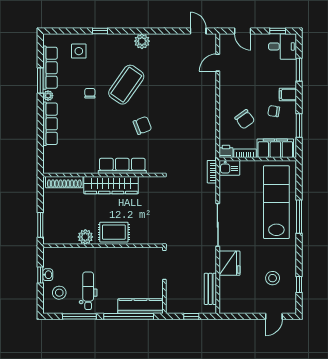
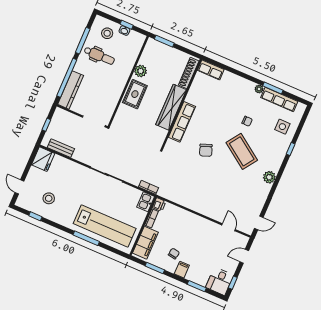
chair: (245, 119) -> (177, 229), removed
row of seats: (50, 124) -> (211, 70), moved, width x0.68
fridge: (229, 263) -> (43, 159), moved, turned -90

